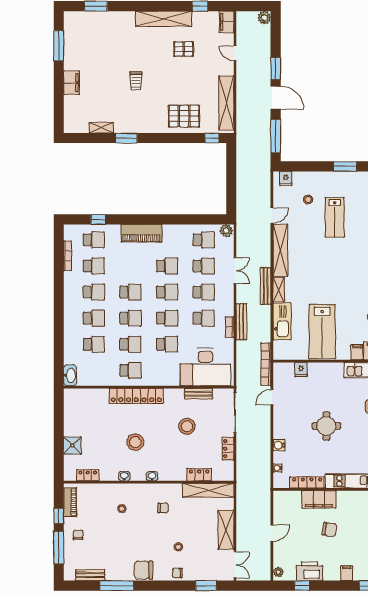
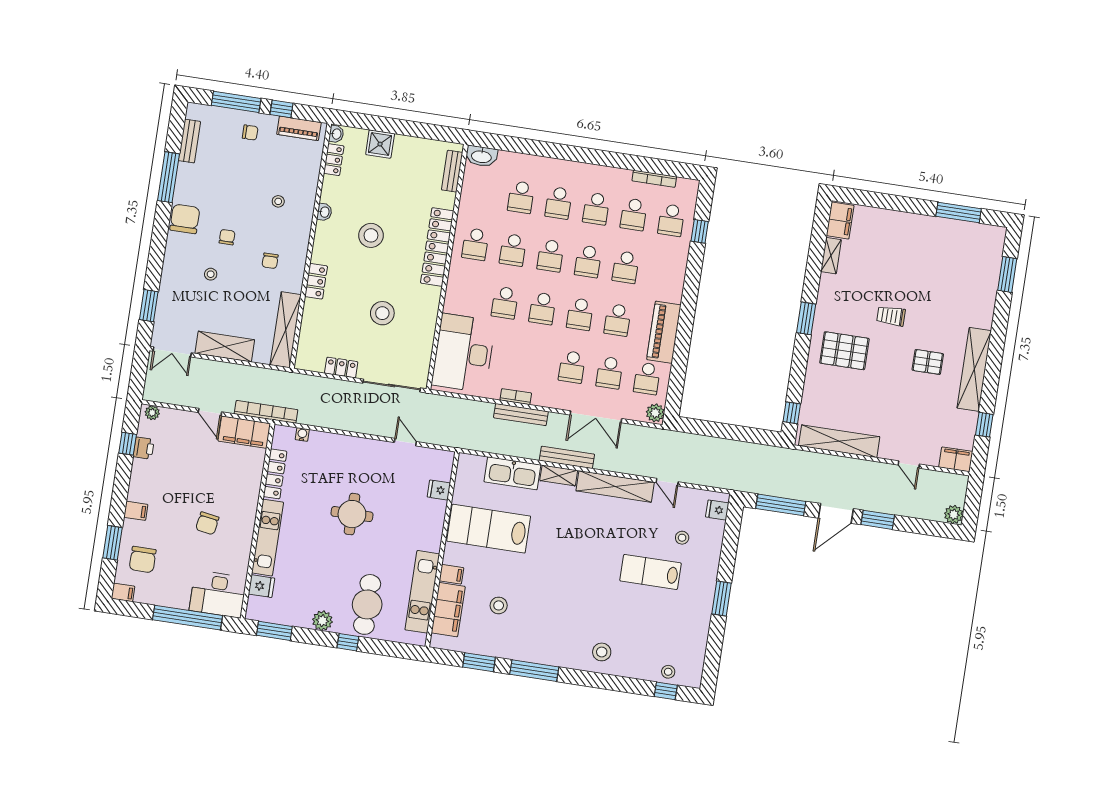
pallet: (184, 49) -> (928, 362), moved, turned 90
door: (235, 53) -> (909, 465), swing flipped
filing cabinet: (72, 83) -> (840, 221), moved, turned -90
pallet: (184, 116) -> (844, 351), moved, turned 90
window: (126, 138) -> (806, 318), moved
piano: (141, 233) -> (664, 332), moved
double door: (235, 271) -> (596, 417), width x1.37
school desk: (204, 318) -> (626, 267), moved
bookcase: (266, 364) -> (266, 412), moved
bench: (198, 394) -> (452, 171), moved
water cooler: (279, 445) -> (335, 442), removed
locker: (199, 475) -> (316, 281), moved
washbasin: (152, 476) -> (336, 134), moved
filing cabinet: (319, 499) -> (244, 432), moved, turned -90
chair: (329, 530) -> (207, 523), moved
printer: (309, 571) -> (144, 448), width x0.53, depth x0.68
chair: (177, 573) -> (227, 237), moved

